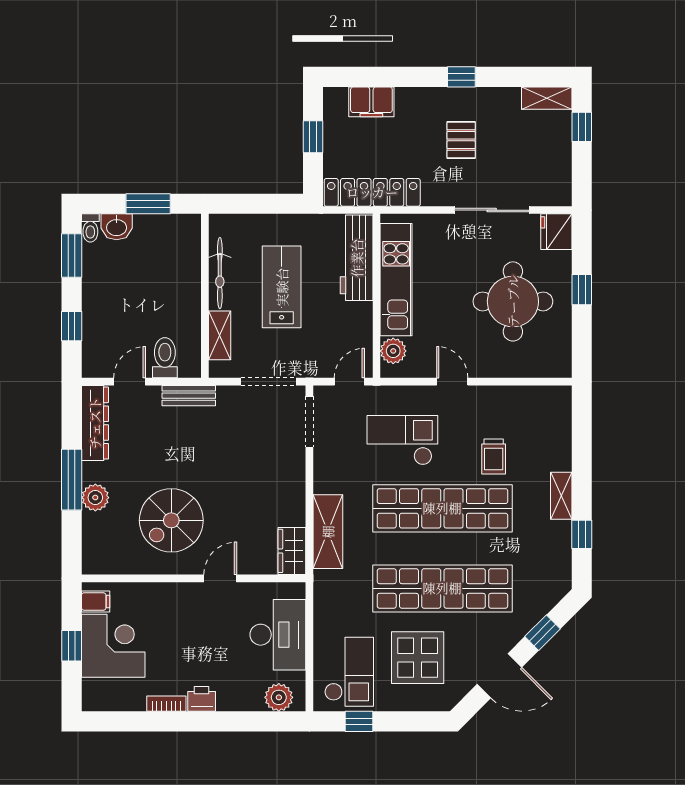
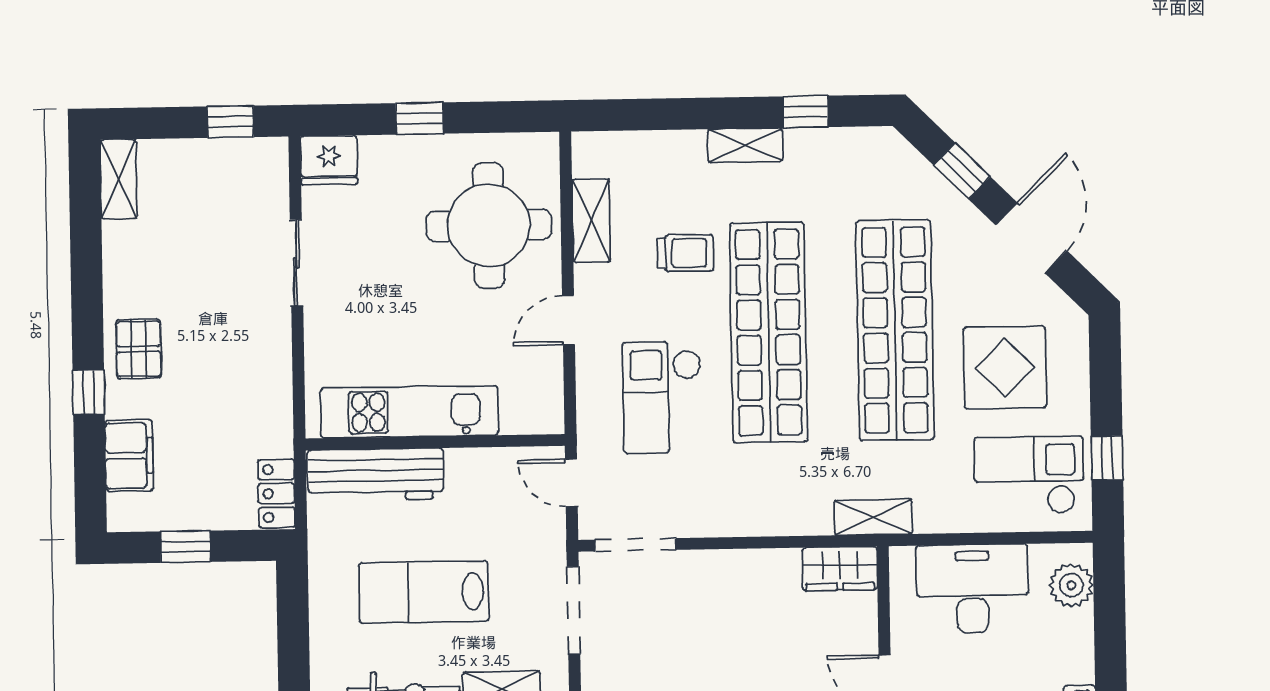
window: (461, 77) -> (89, 392), moved
window: (582, 127) -> (230, 122), moved
pallet: (461, 140) -> (139, 349), moved, turned 90
locker: (372, 192) -> (276, 493), width x0.46, depth x0.83
sliding door: (492, 210) -> (296, 263), width x0.73
round table: (513, 301) -> (489, 225), moved
plant: (393, 351) -> (522, 414), removed
shelving: (515, 397) -> (591, 221), added
shelving: (328, 532) -> (873, 517), moved, width x0.67, depth x0.75

